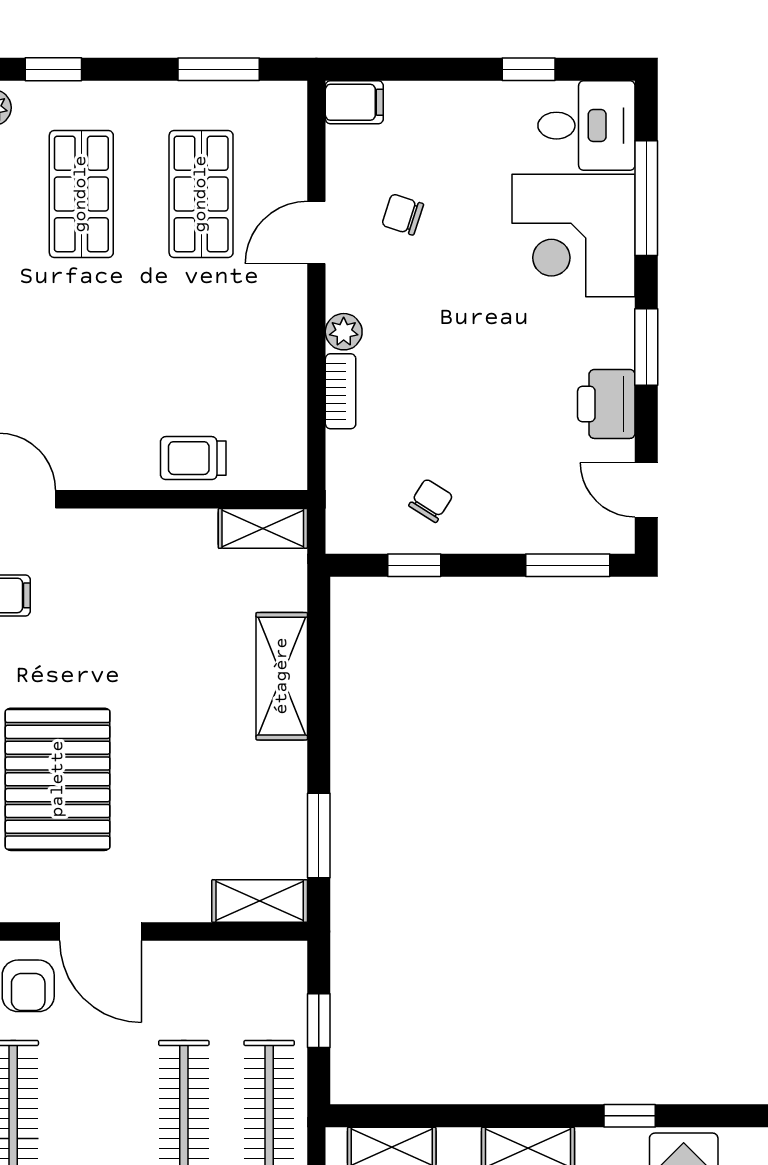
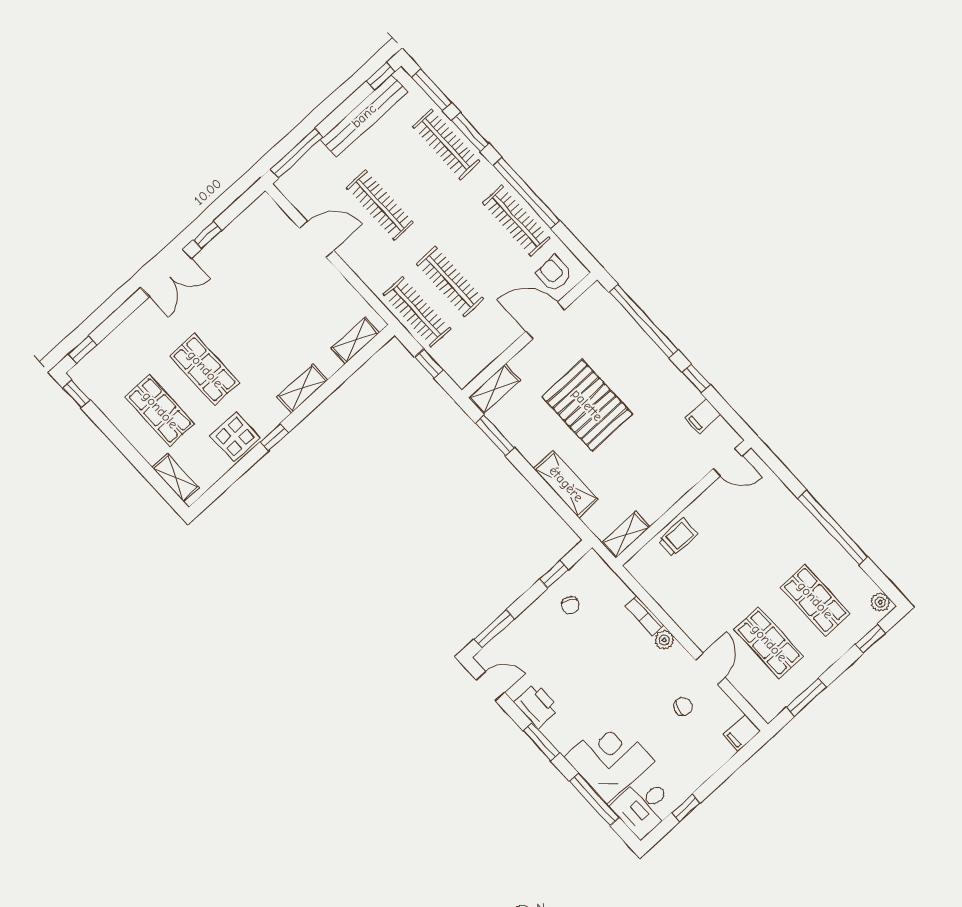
pallet: (58, 779) -> (587, 405), moved

